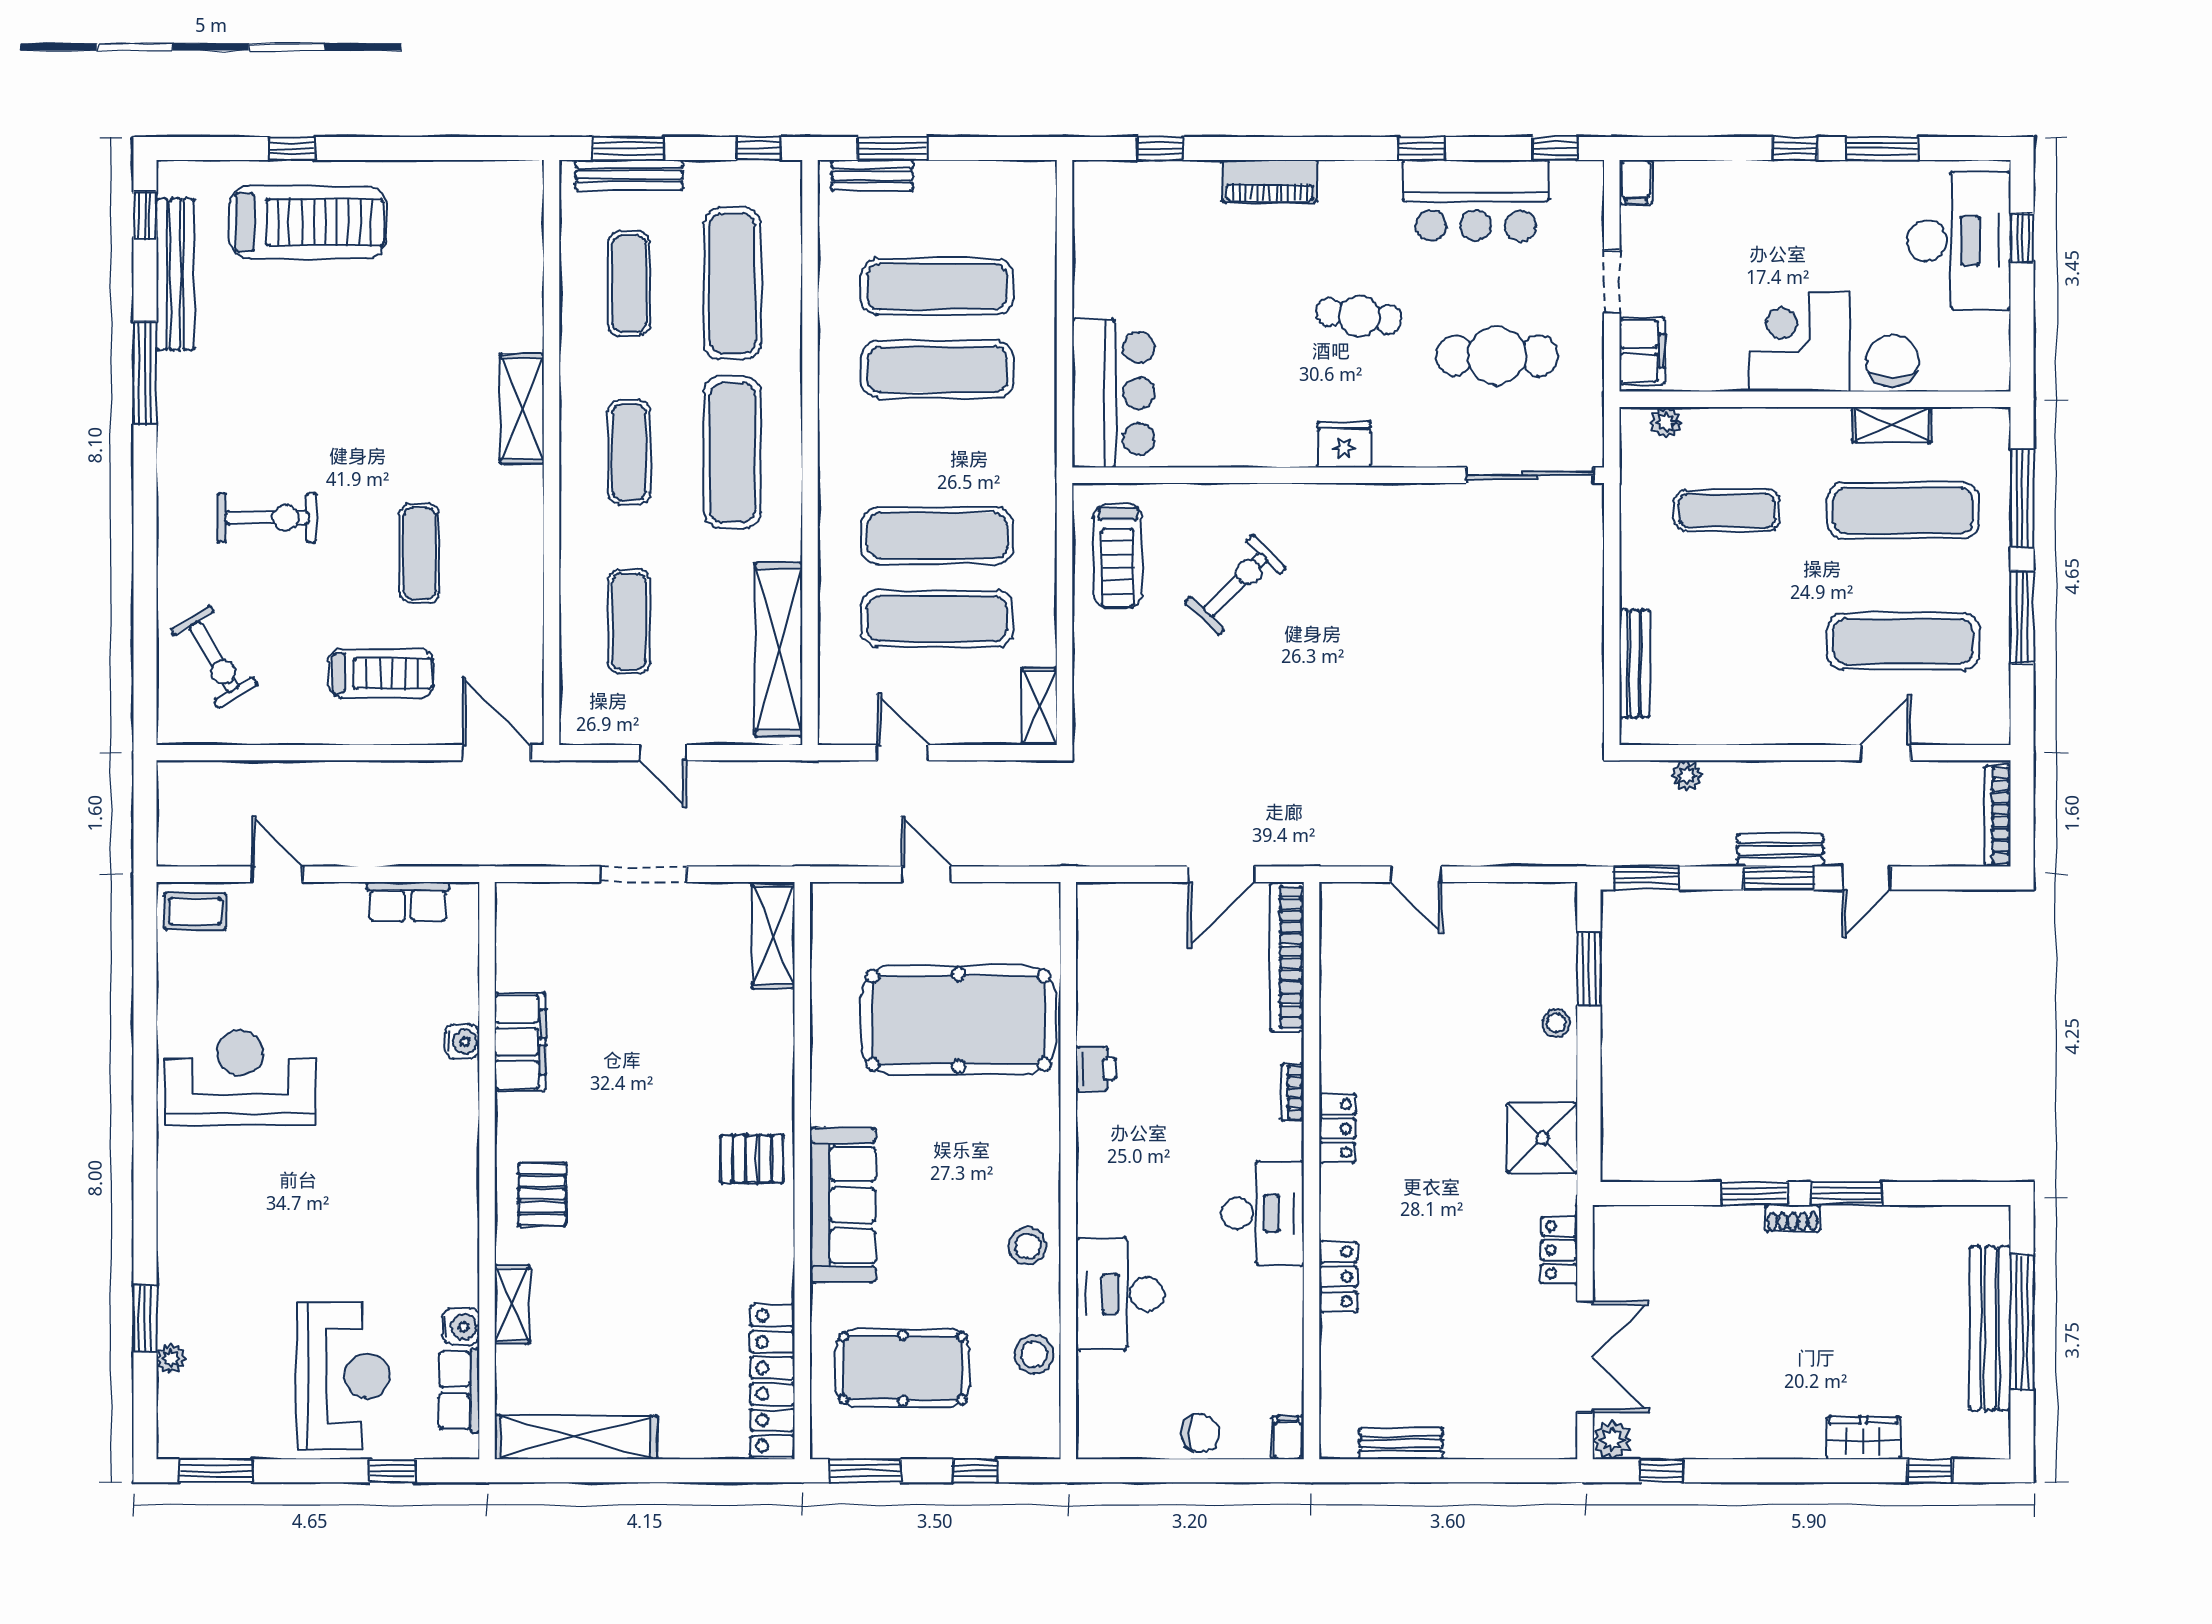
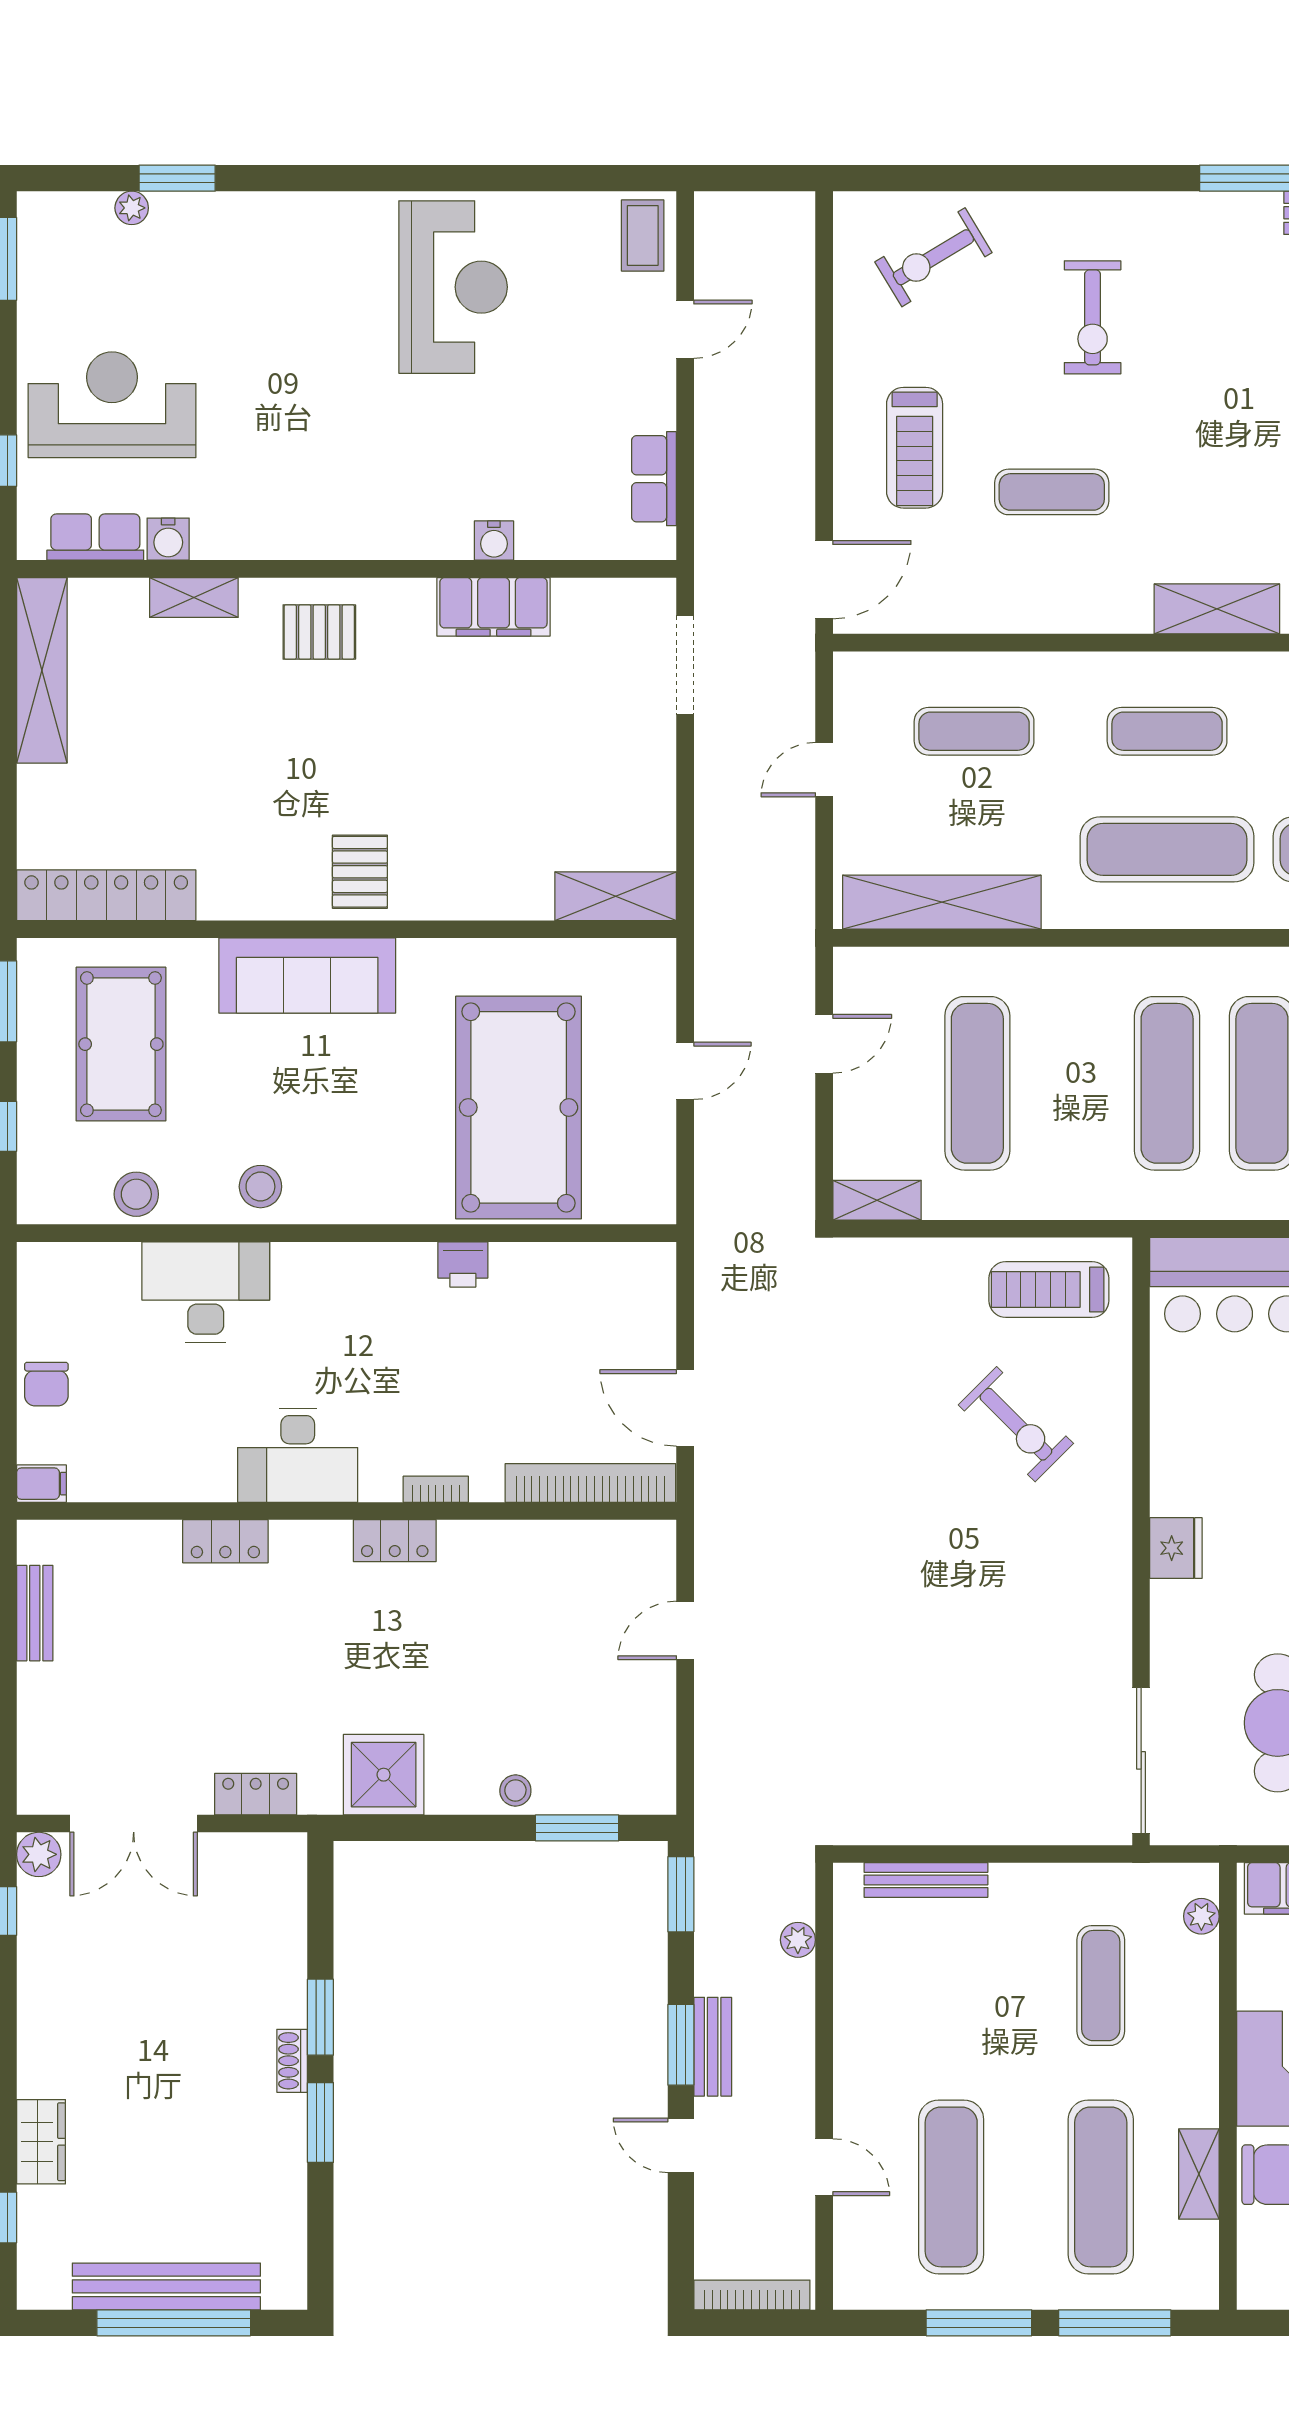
exercise mat: (937, 535) -> (1167, 1083), moved
doorway: (643, 874) -> (685, 665), moved
reception desk: (343, 1376) -> (112, 405), turned 180

